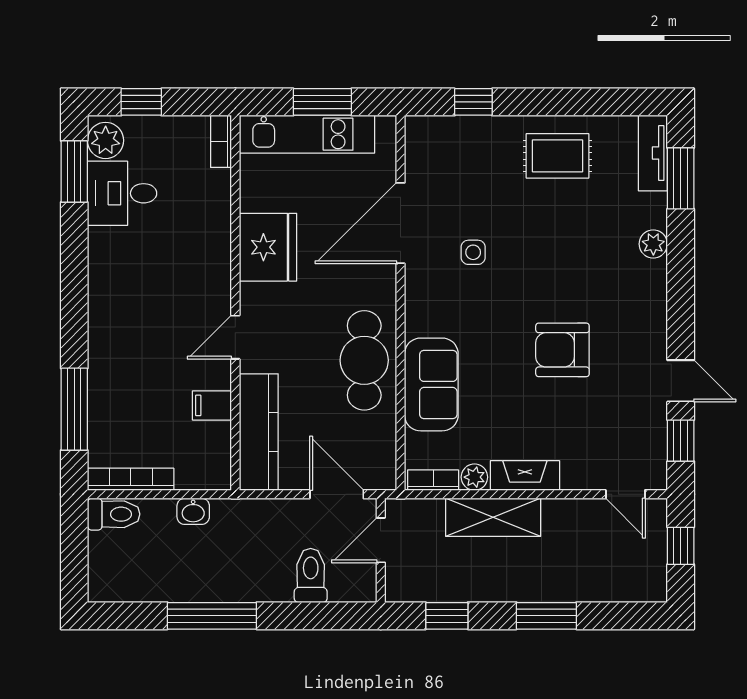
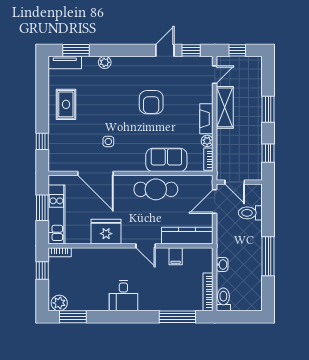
window: (141, 102) -> (42, 270), moved
desk: (122, 193) -> (123, 296), moved
shelving: (493, 517) -> (225, 107), moved

